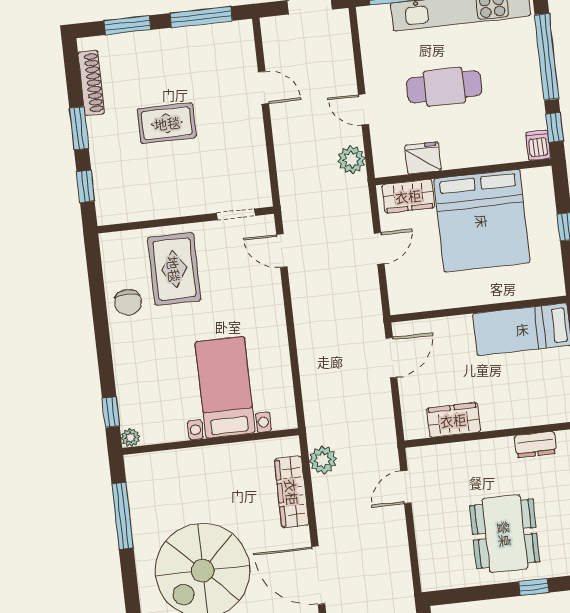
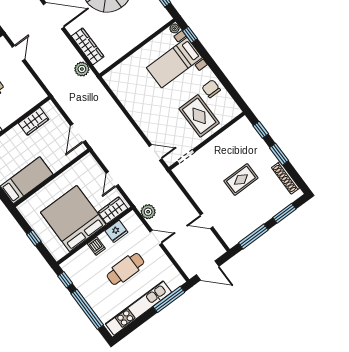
dishwasher: (538, 145) -> (96, 246), moved
bed with nightstands: (225, 387) -> (174, 63), moved, turned 90
door: (406, 487) -> (18, 53), moved

